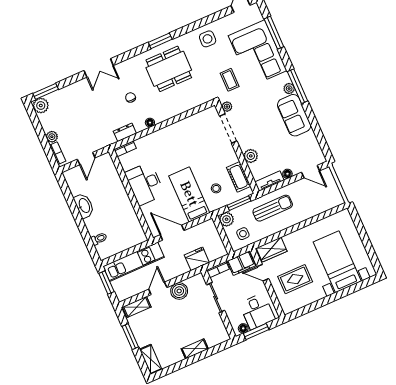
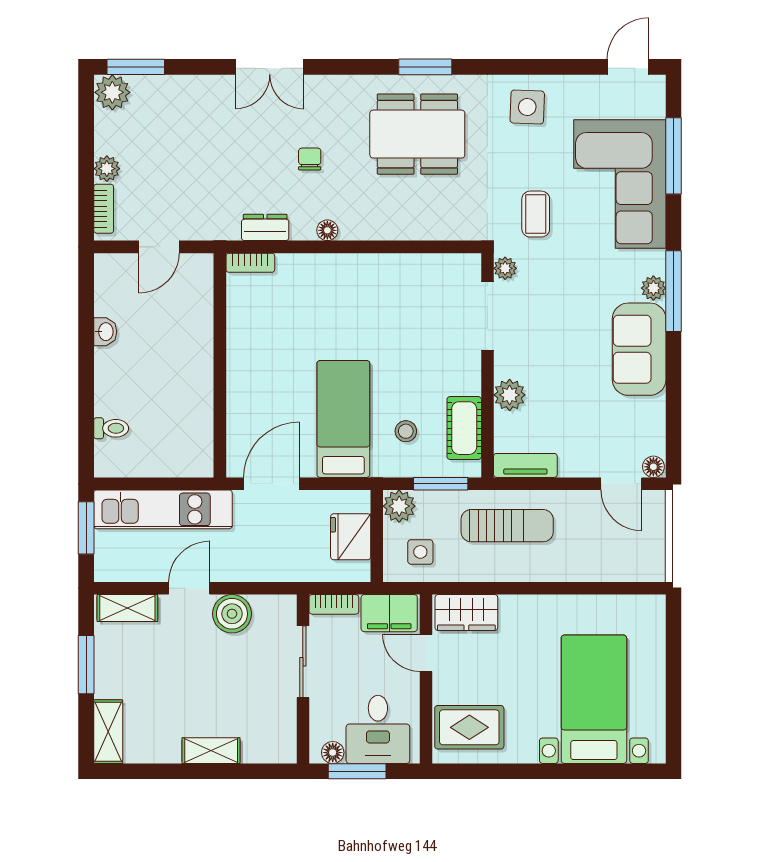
floor lamp: (287, 174) -> (653, 467), moved
desk: (145, 184) -> (260, 355), removed
washbasin: (84, 206) -> (105, 332), width x0.52, depth x0.69
door: (172, 233) -> (272, 484), hinge flipped
fridge: (197, 259) -> (351, 537), moved, turned -90
rug: (295, 279) -> (469, 727), moved

